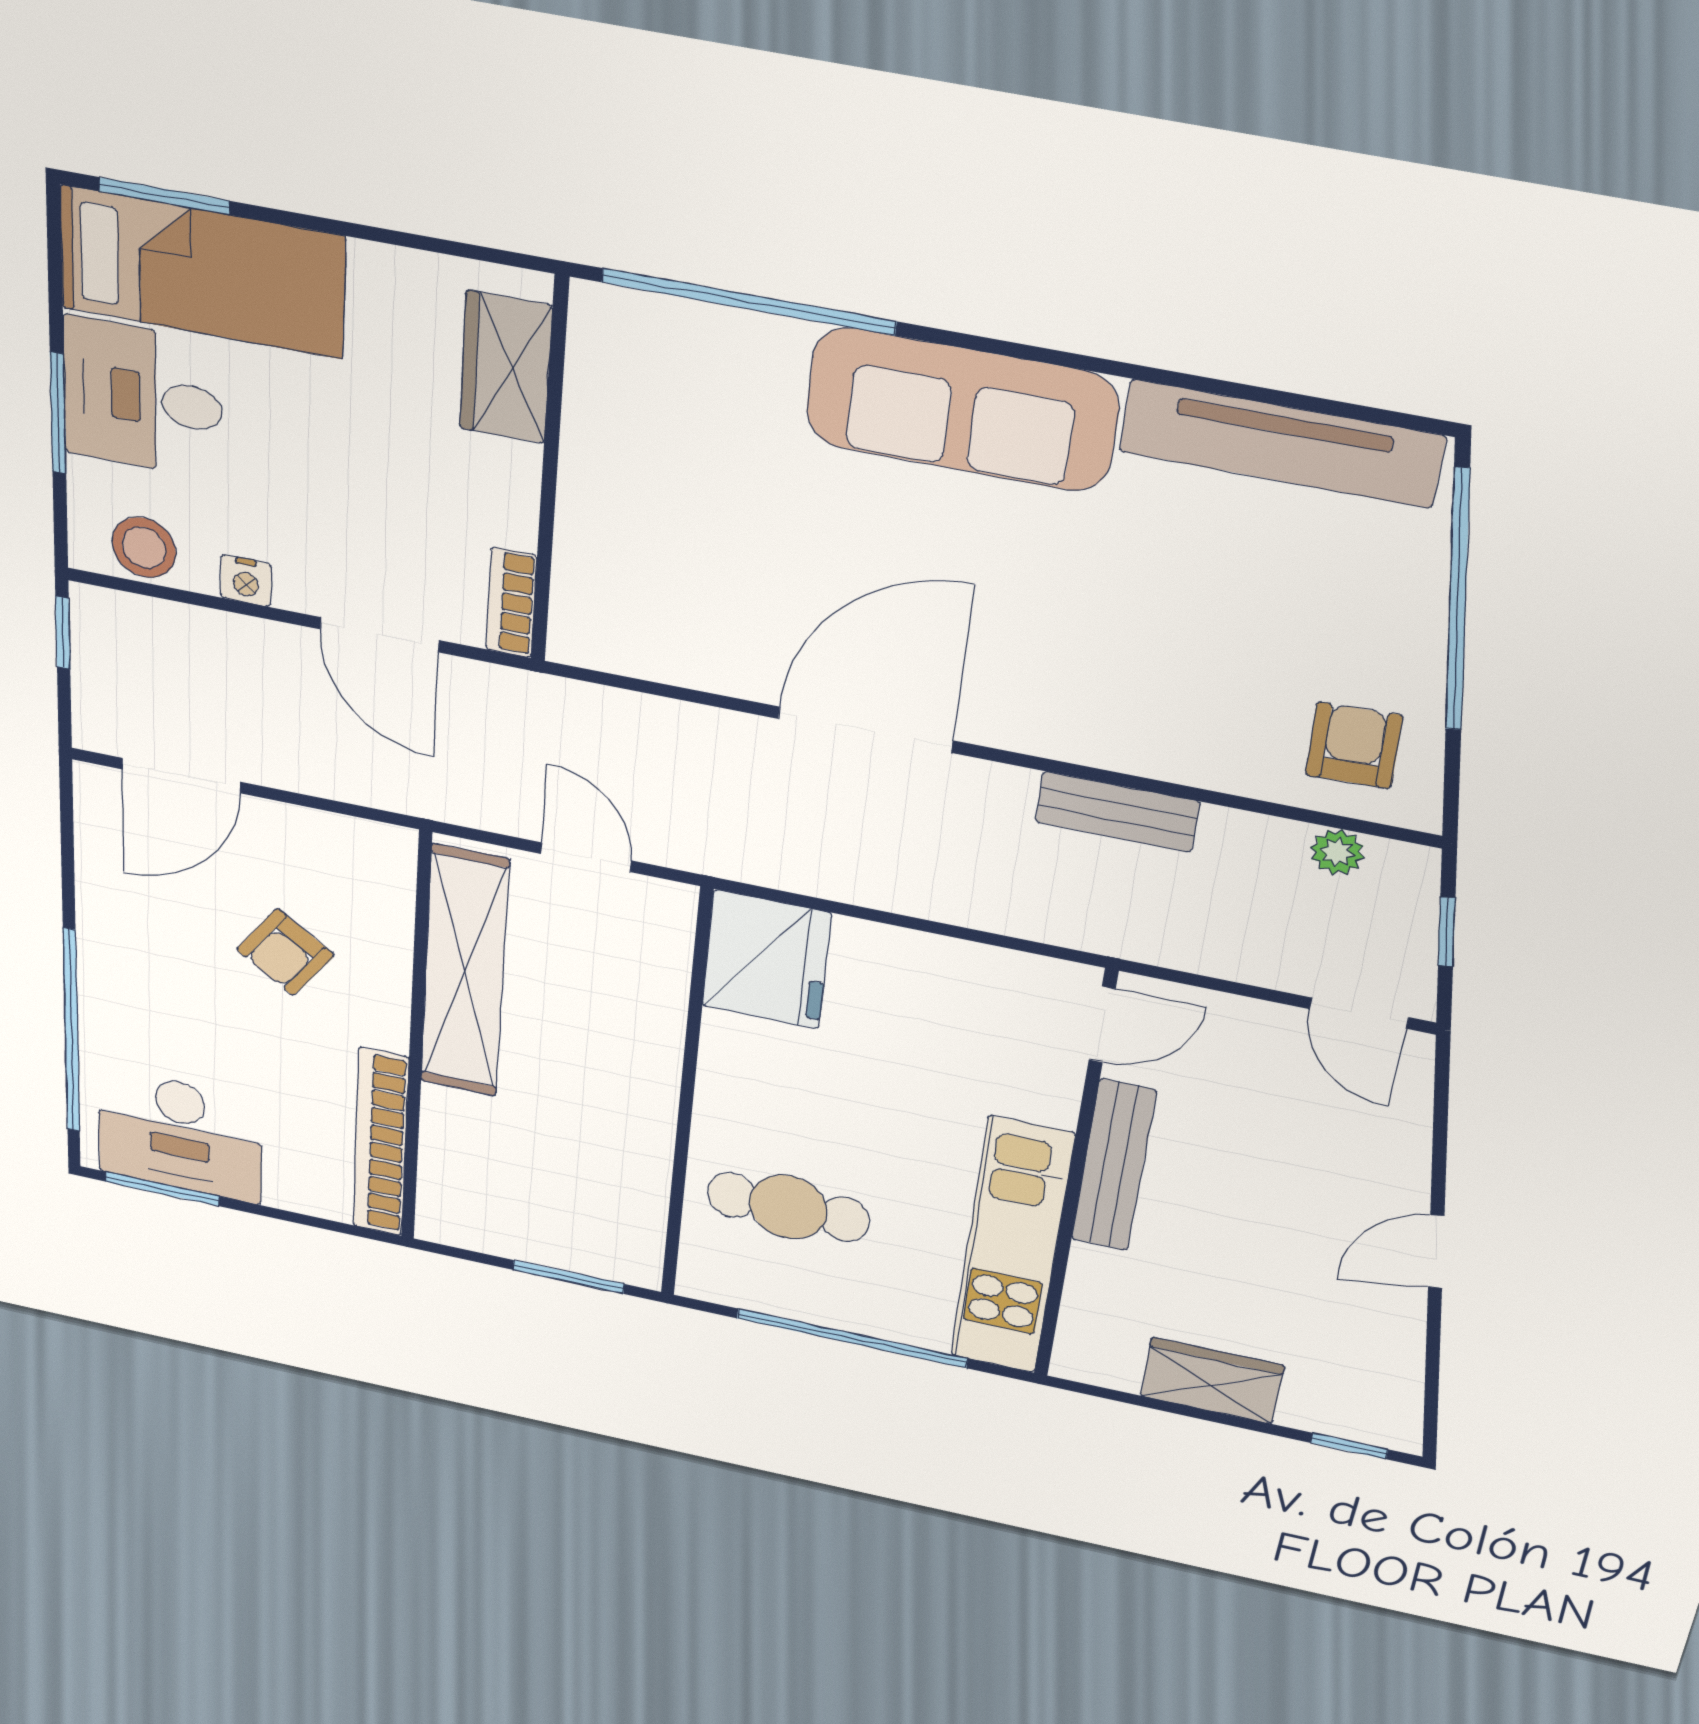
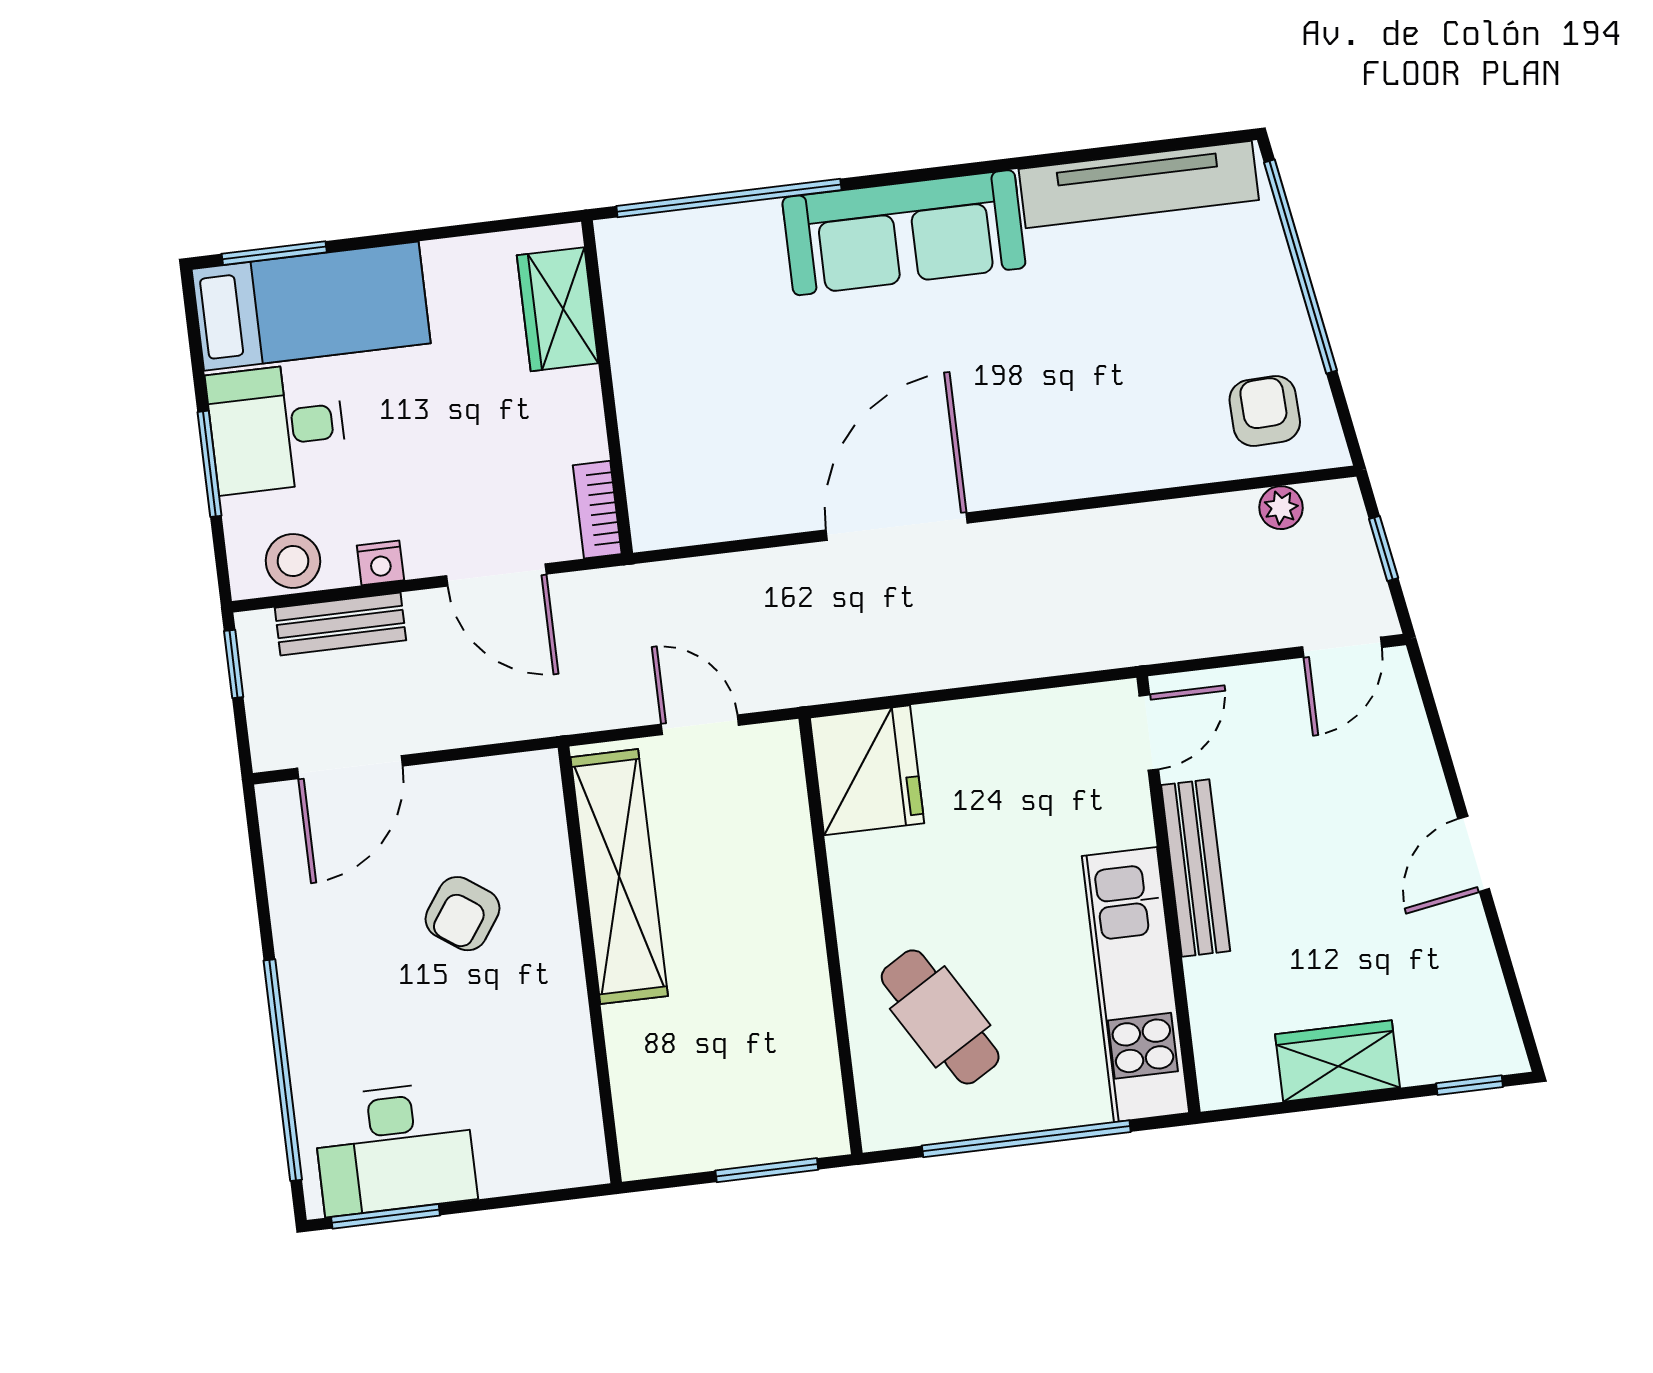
bench: (1117, 812) -> (340, 624), moved
door: (1359, 1013) -> (1342, 647), hinge flipped
bookcase: (381, 1143) -> (576, 1086), removed
cafe table: (788, 1207) -> (940, 1017), turned 59

